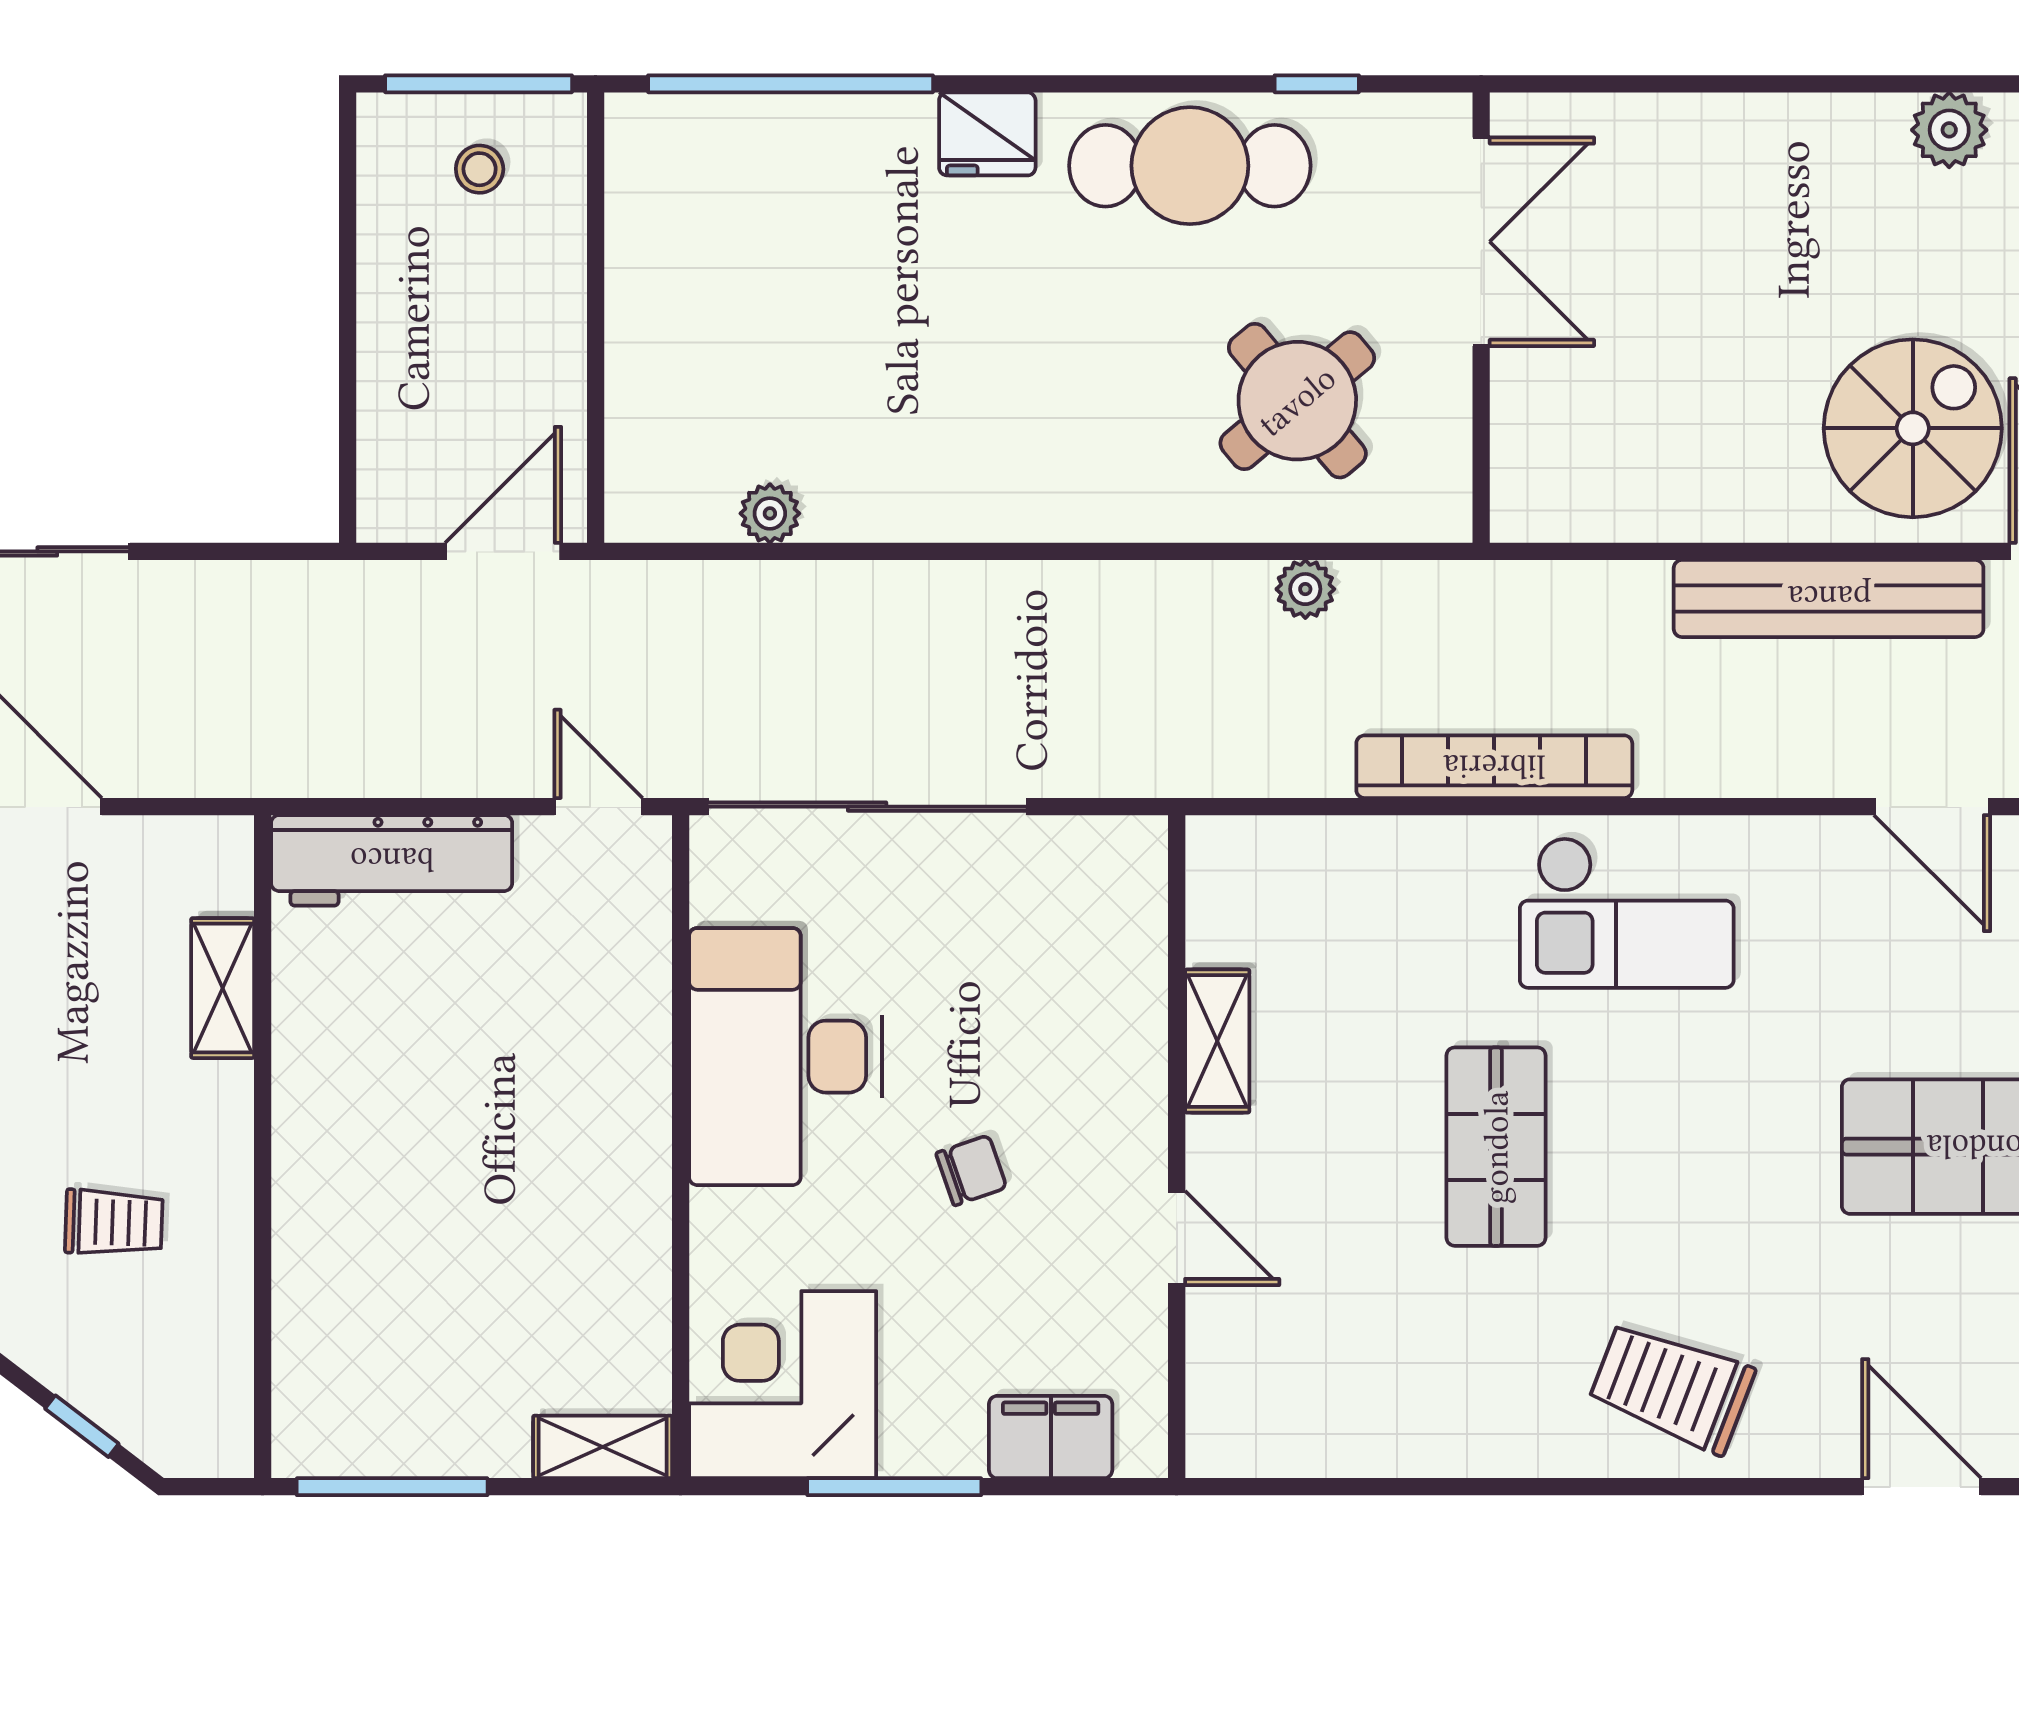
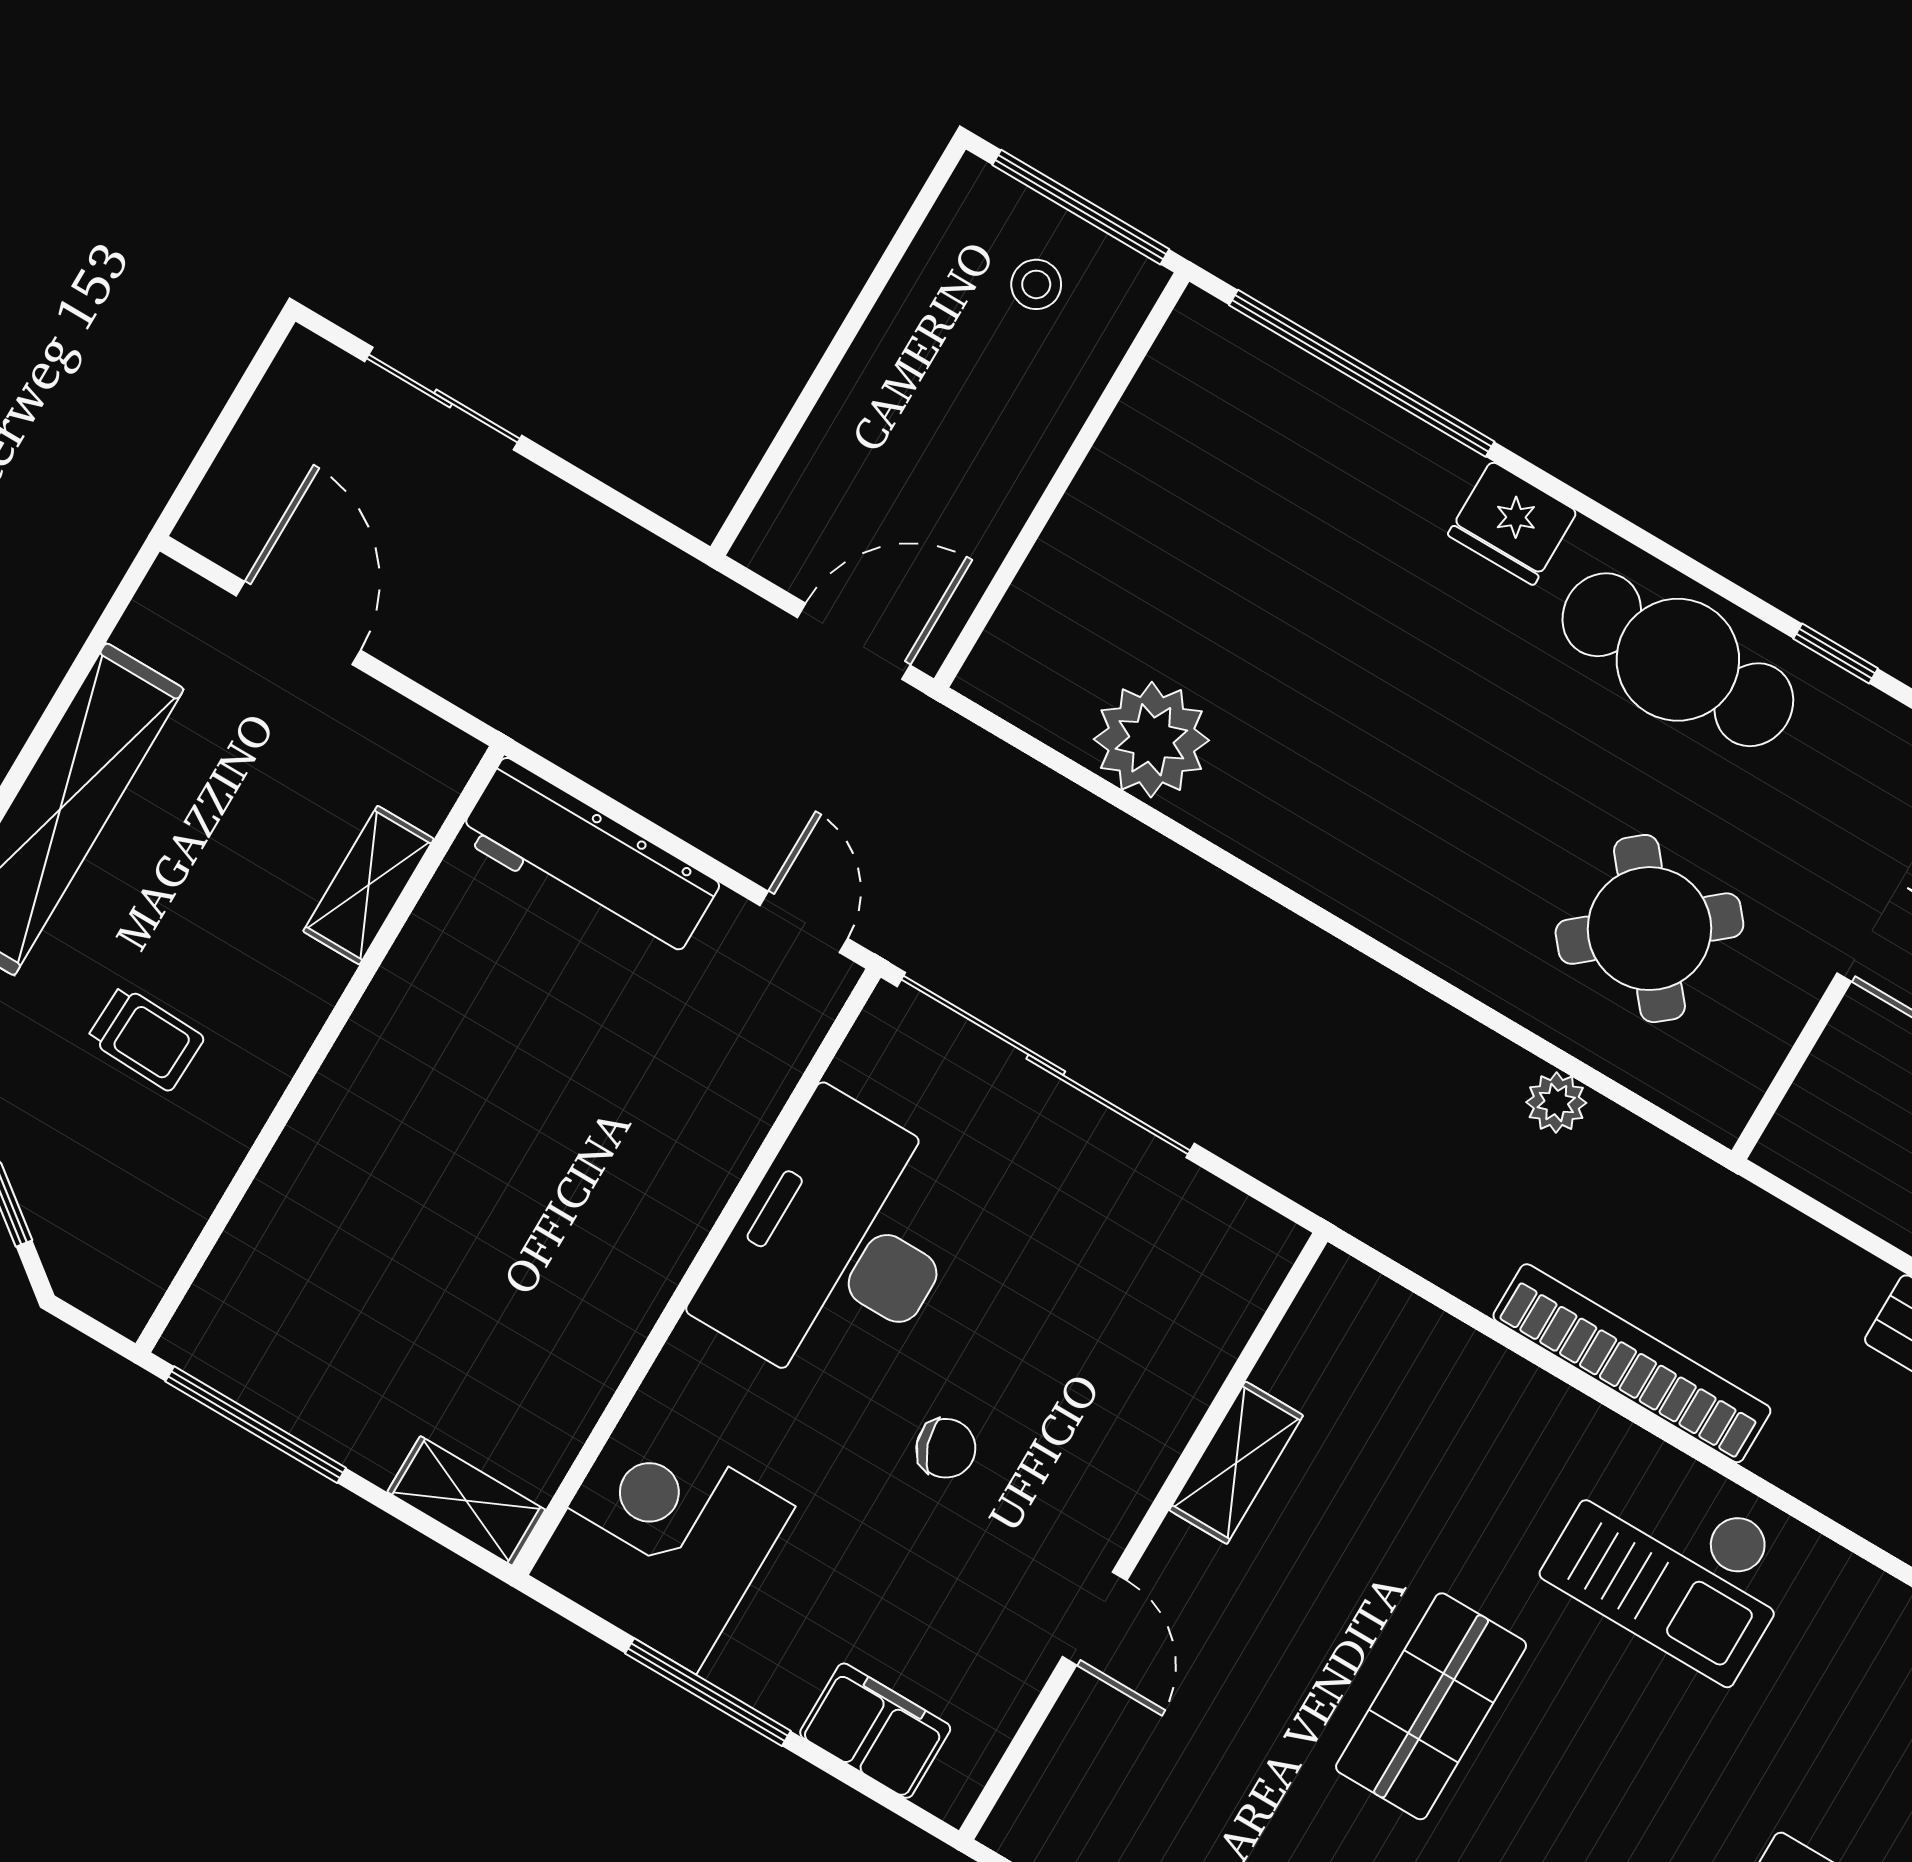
plant: (770, 513) -> (1151, 740), width x1.87, depth x1.87

